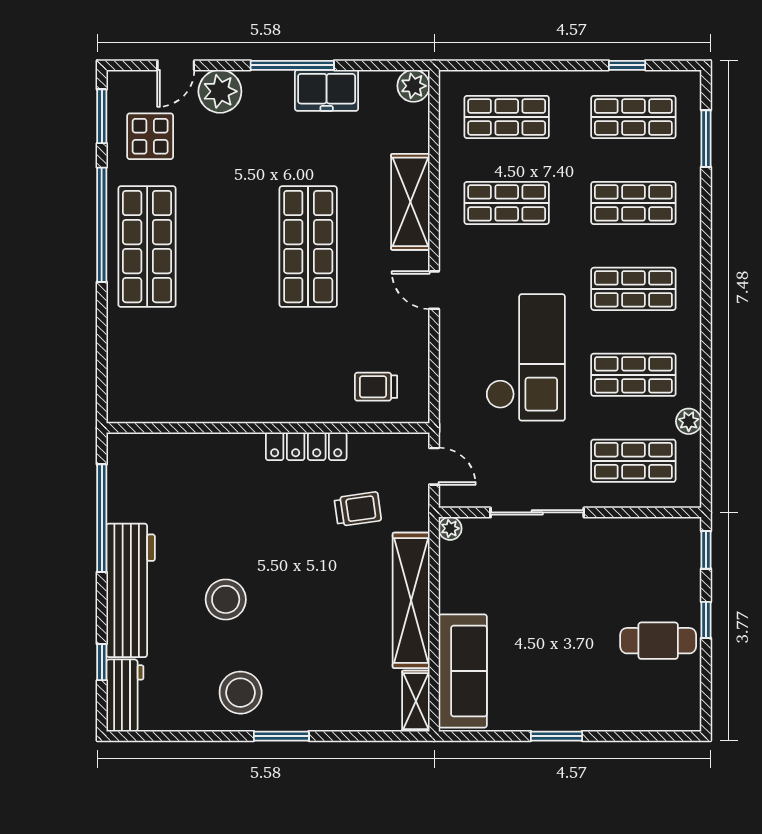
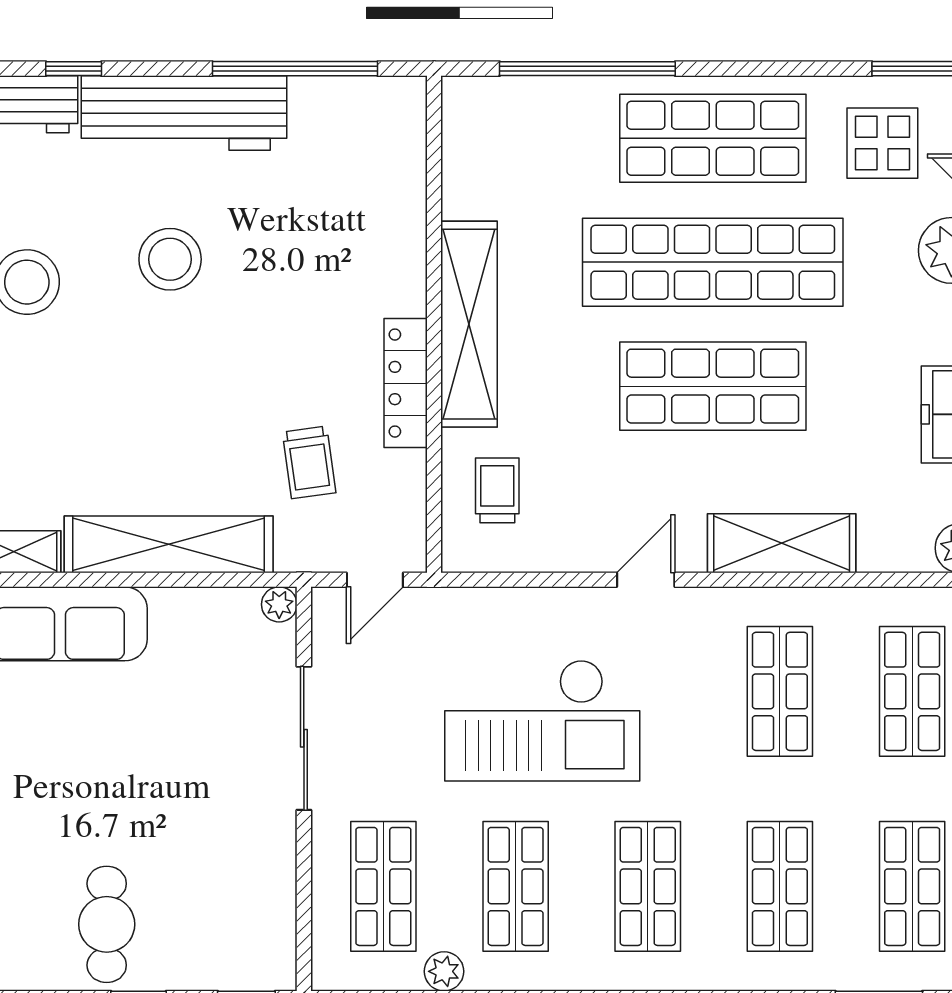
window: (102, 225) -> (587, 69), moved
shop shelf: (228, 247) -> (713, 262), added
shelving: (268, 405) -> (469, 324), added

